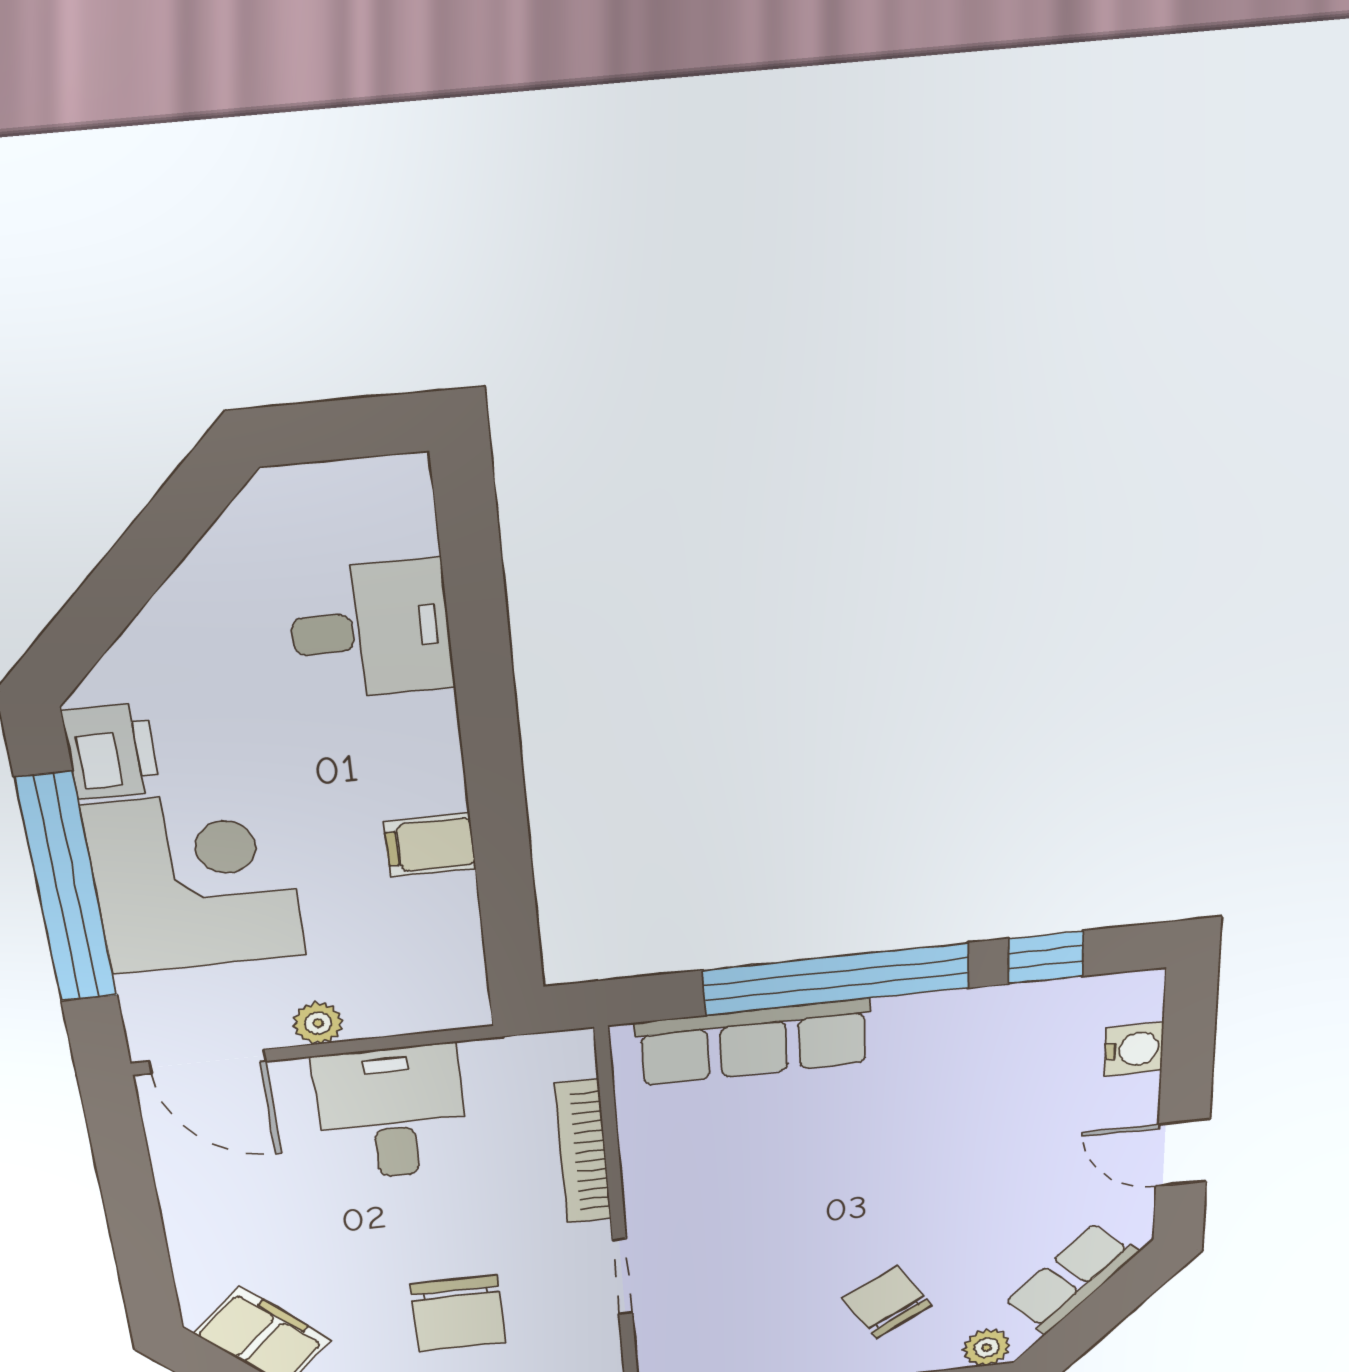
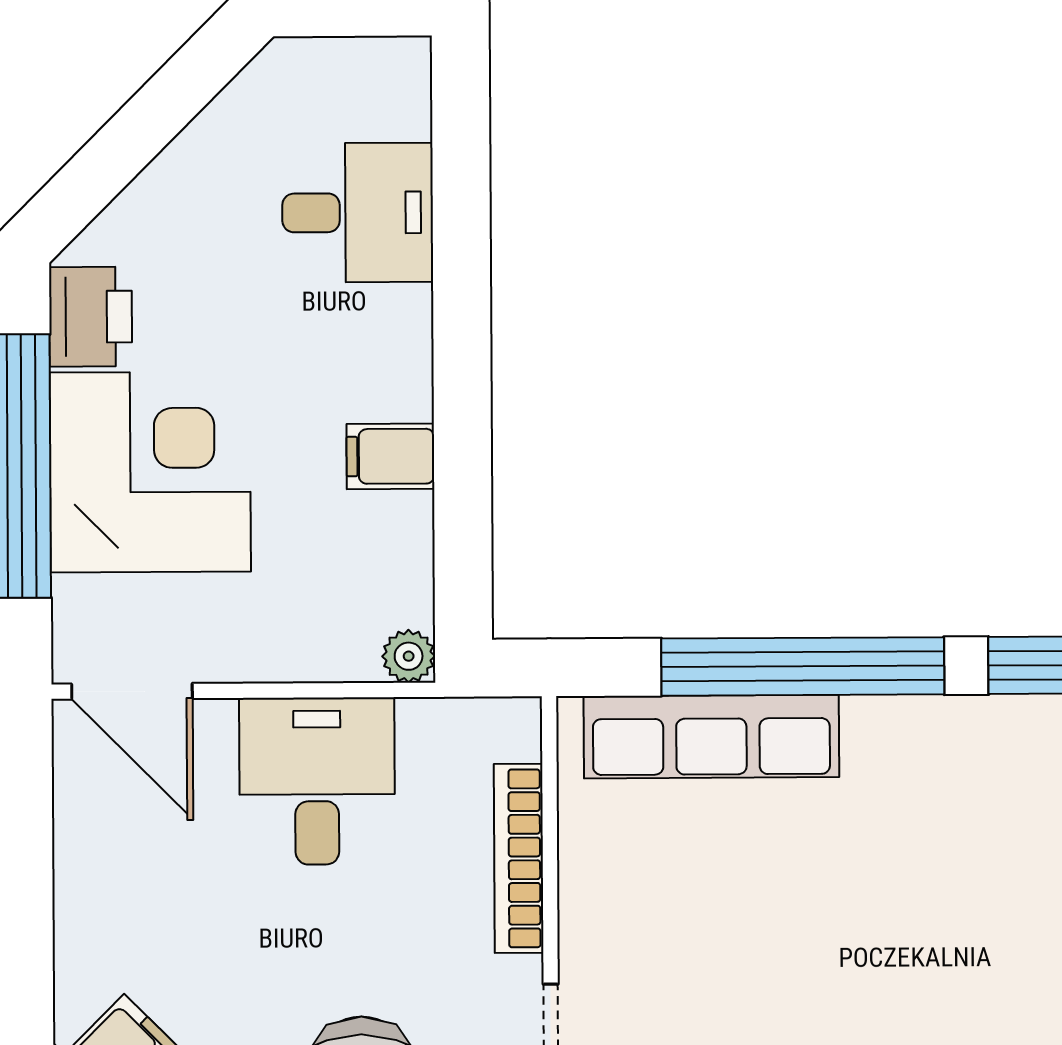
plant: (318, 1023) -> (409, 656), moved

